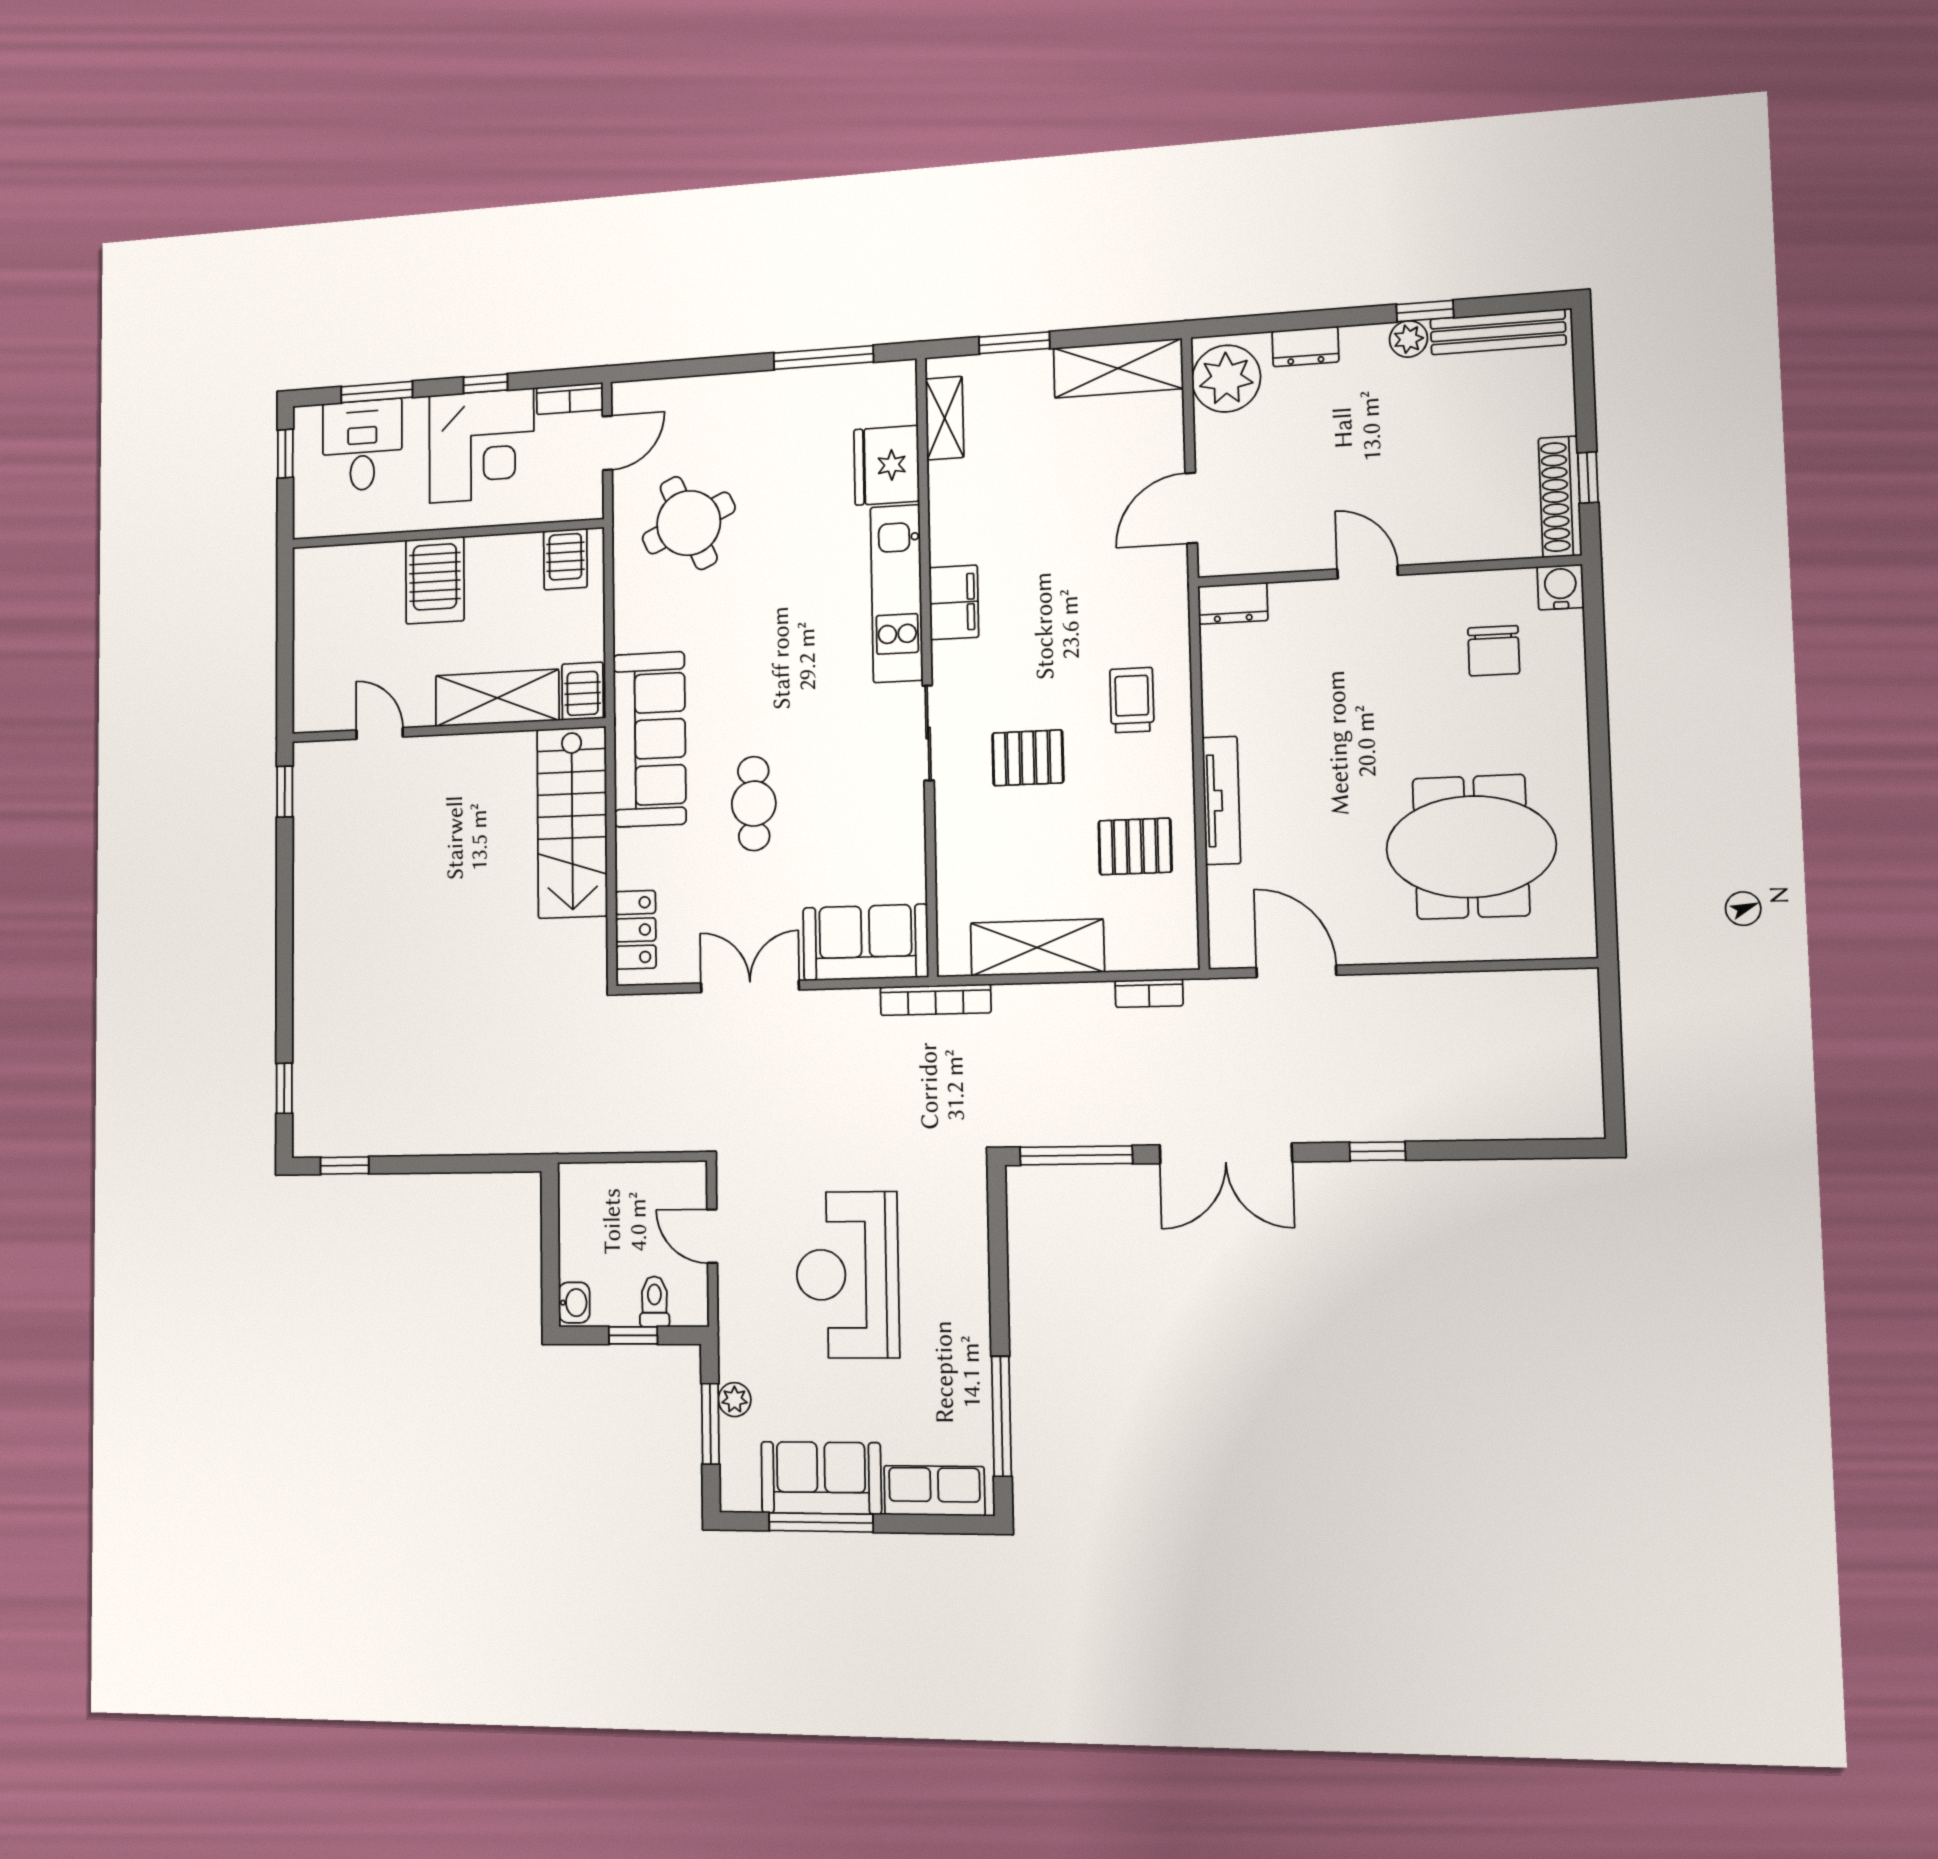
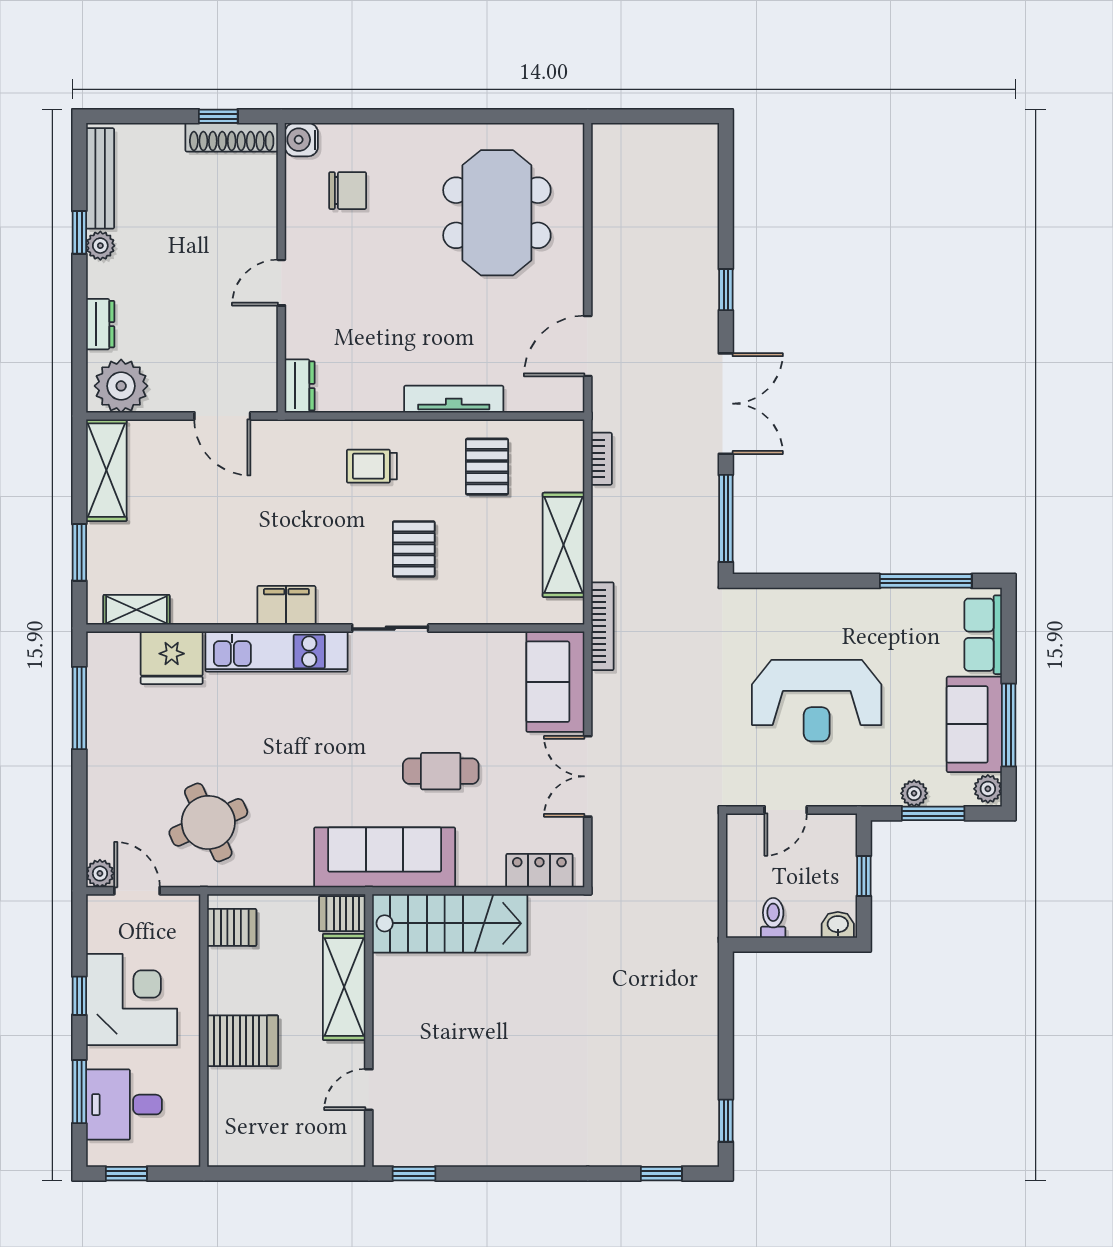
plant: (627, 397) -> (100, 873), added
bookcase: (570, 399) -> (97, 923), removed
toilet: (654, 1302) -> (773, 918), moved, turned 90
plant: (741, 1494) -> (988, 789), added

